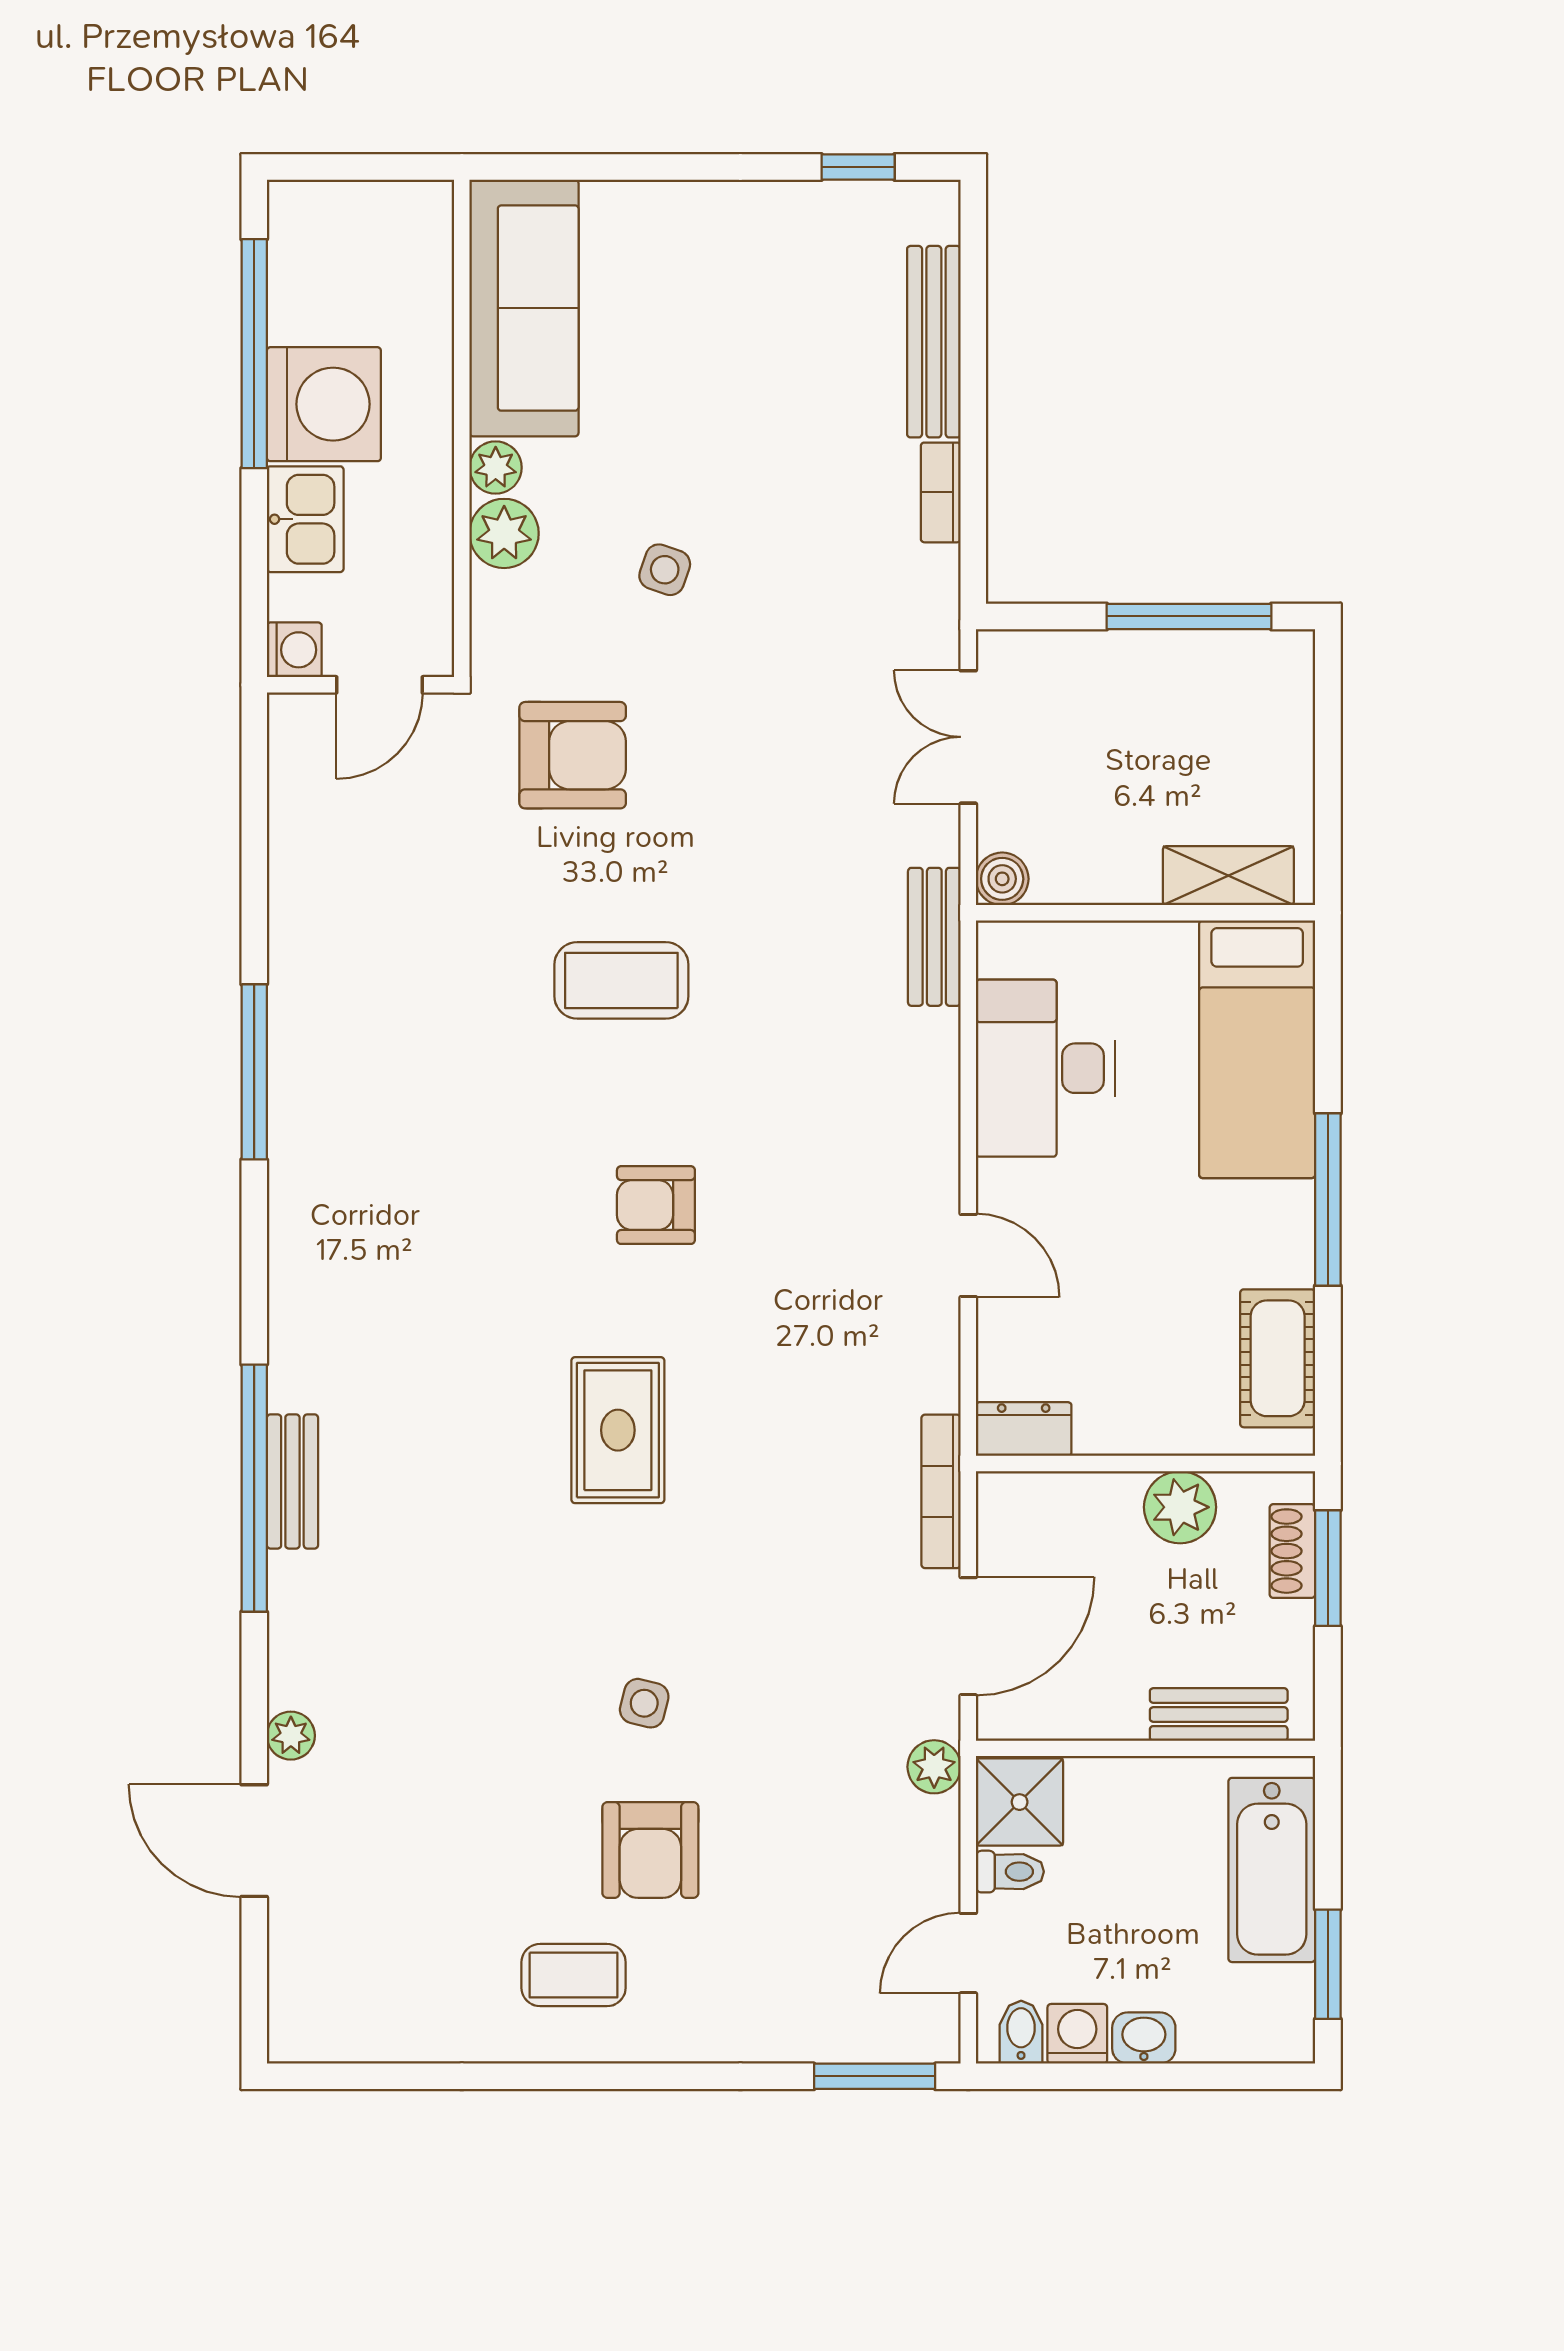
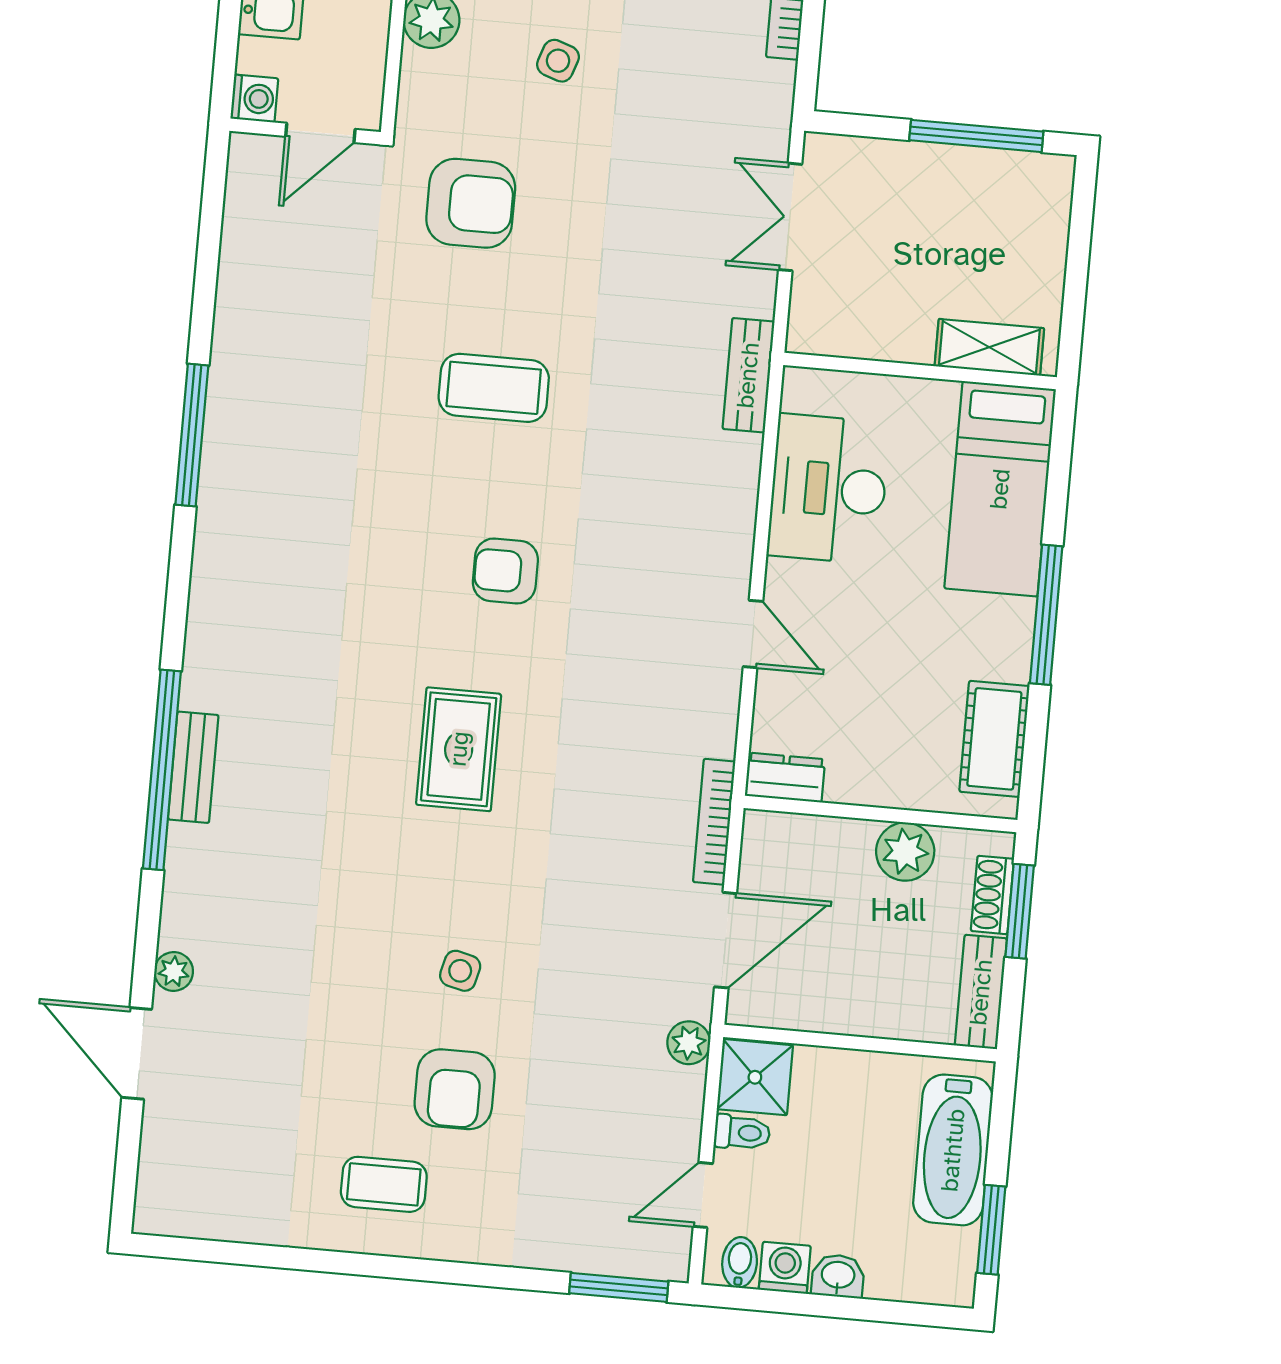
boiler: (1002, 879) -> (807, 334), removed
bench: (1219, 1714) -> (981, 992), moved, turned 90

